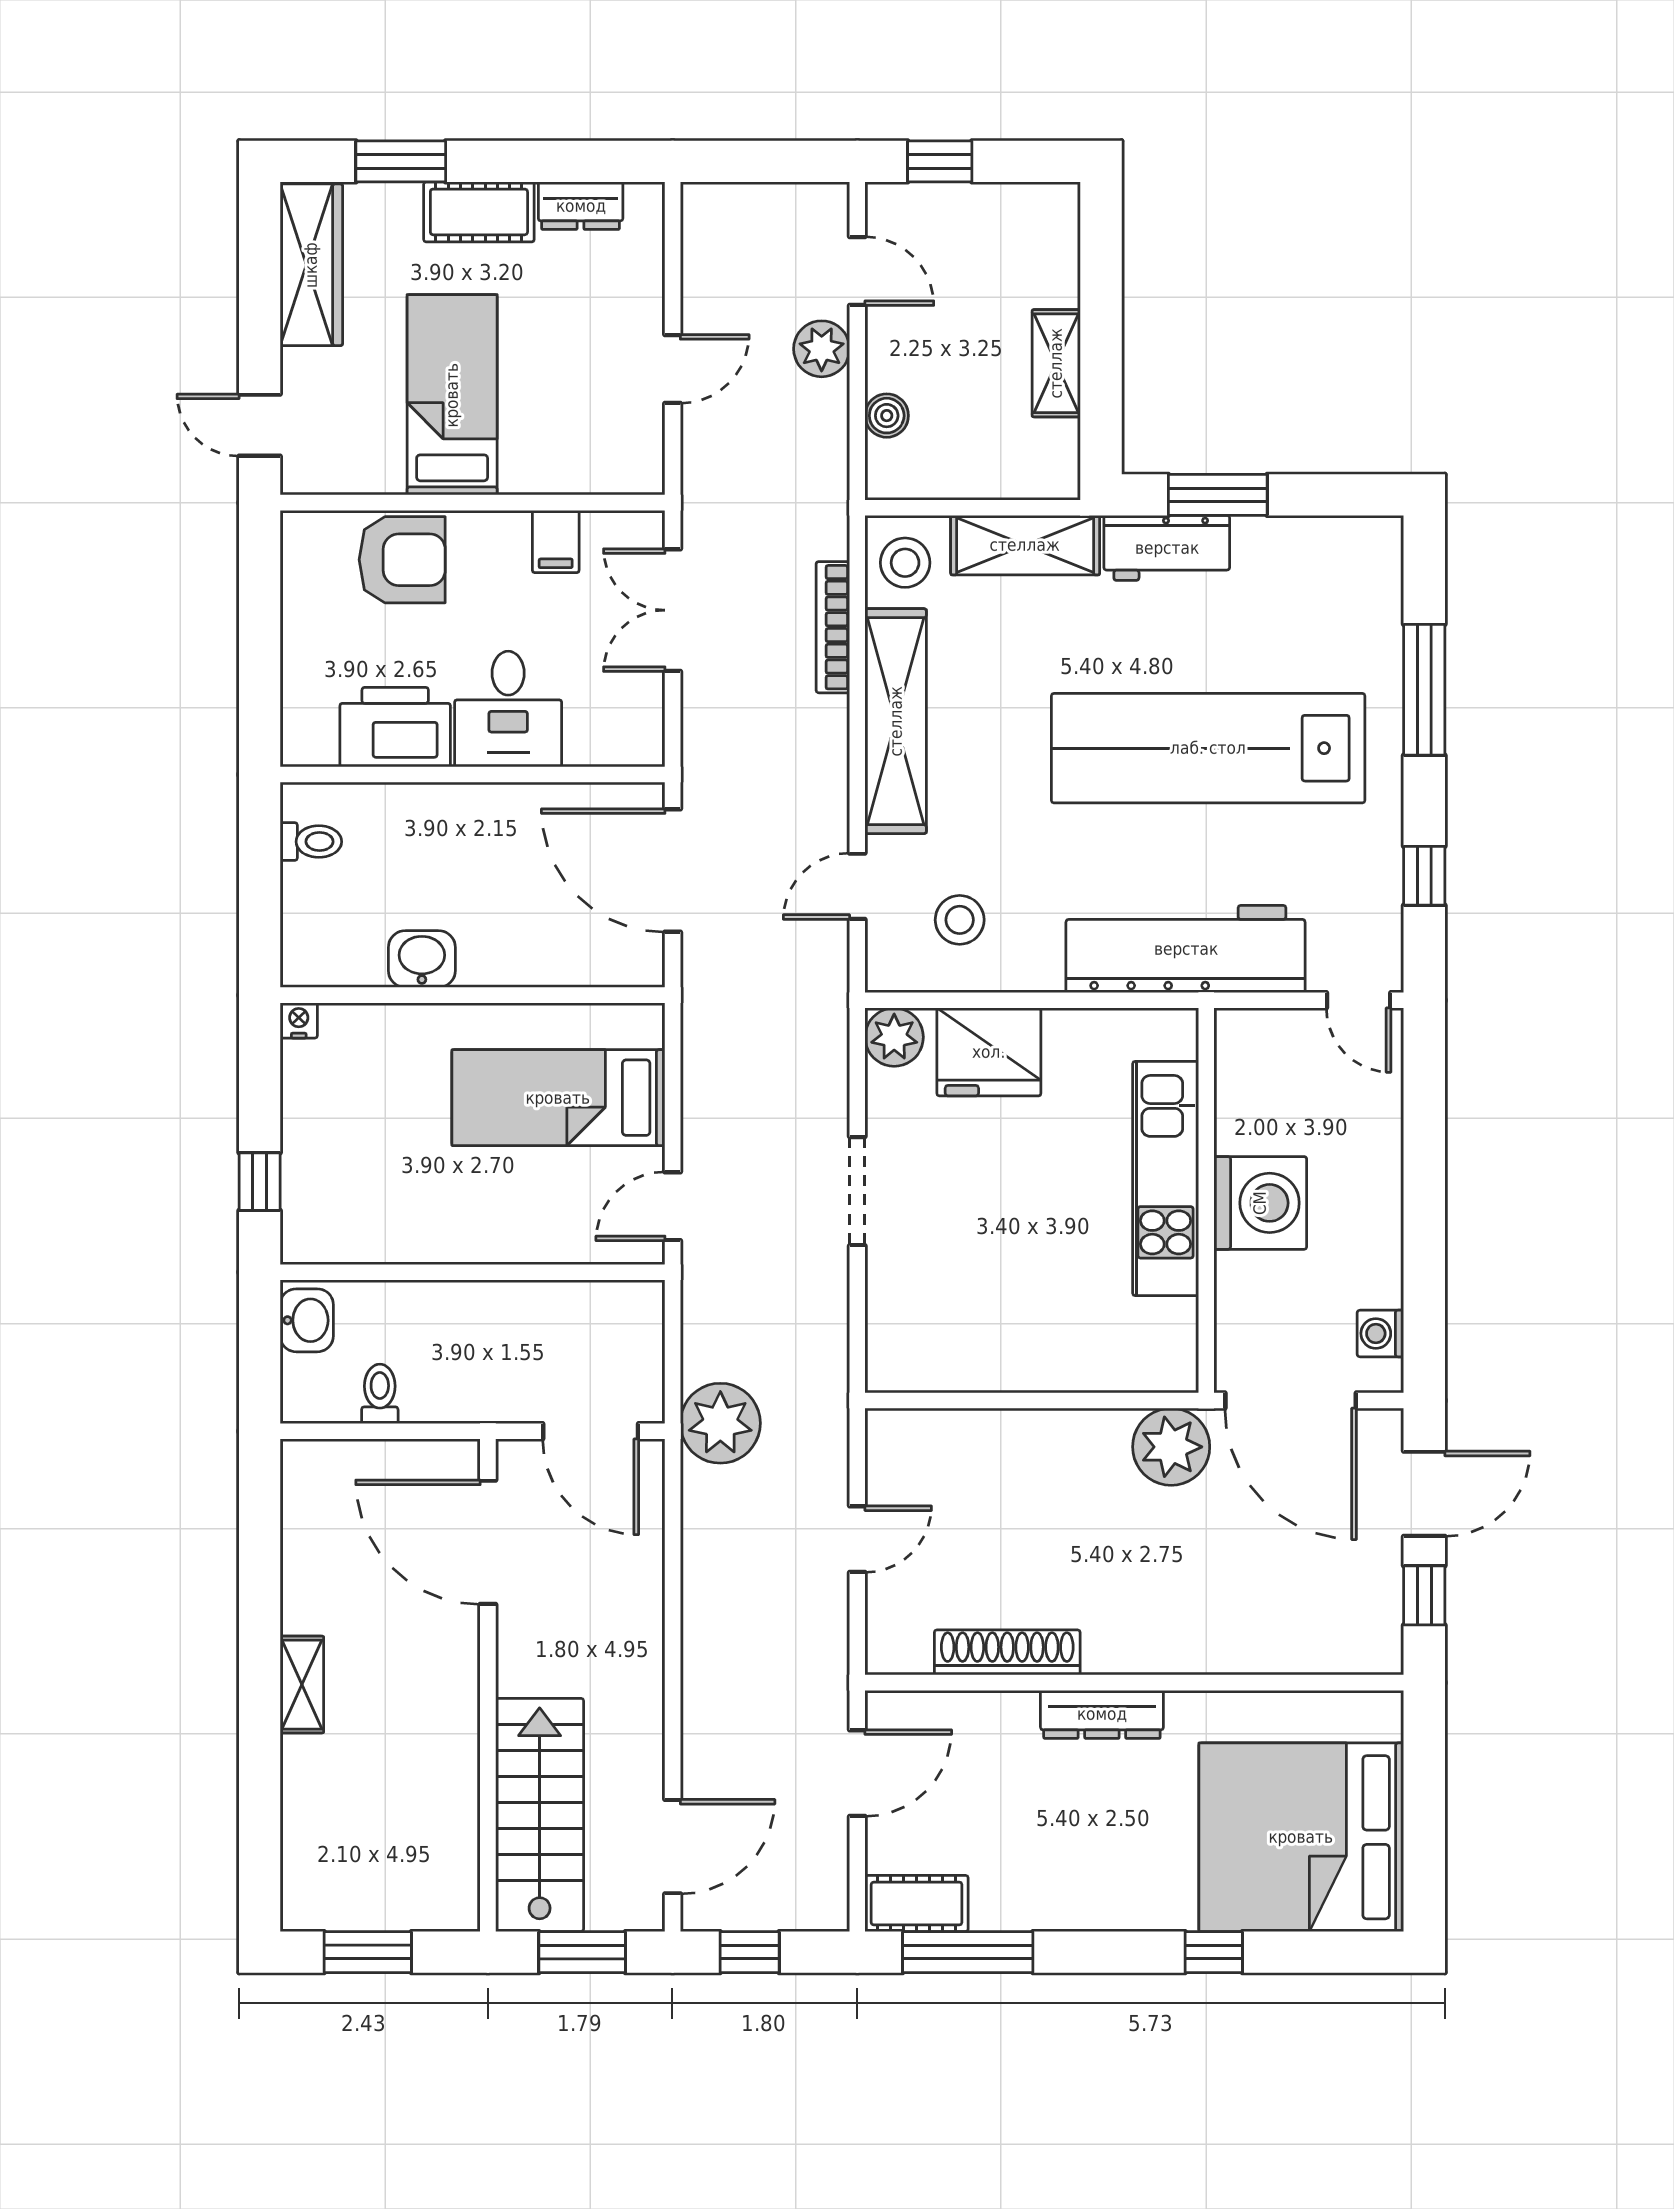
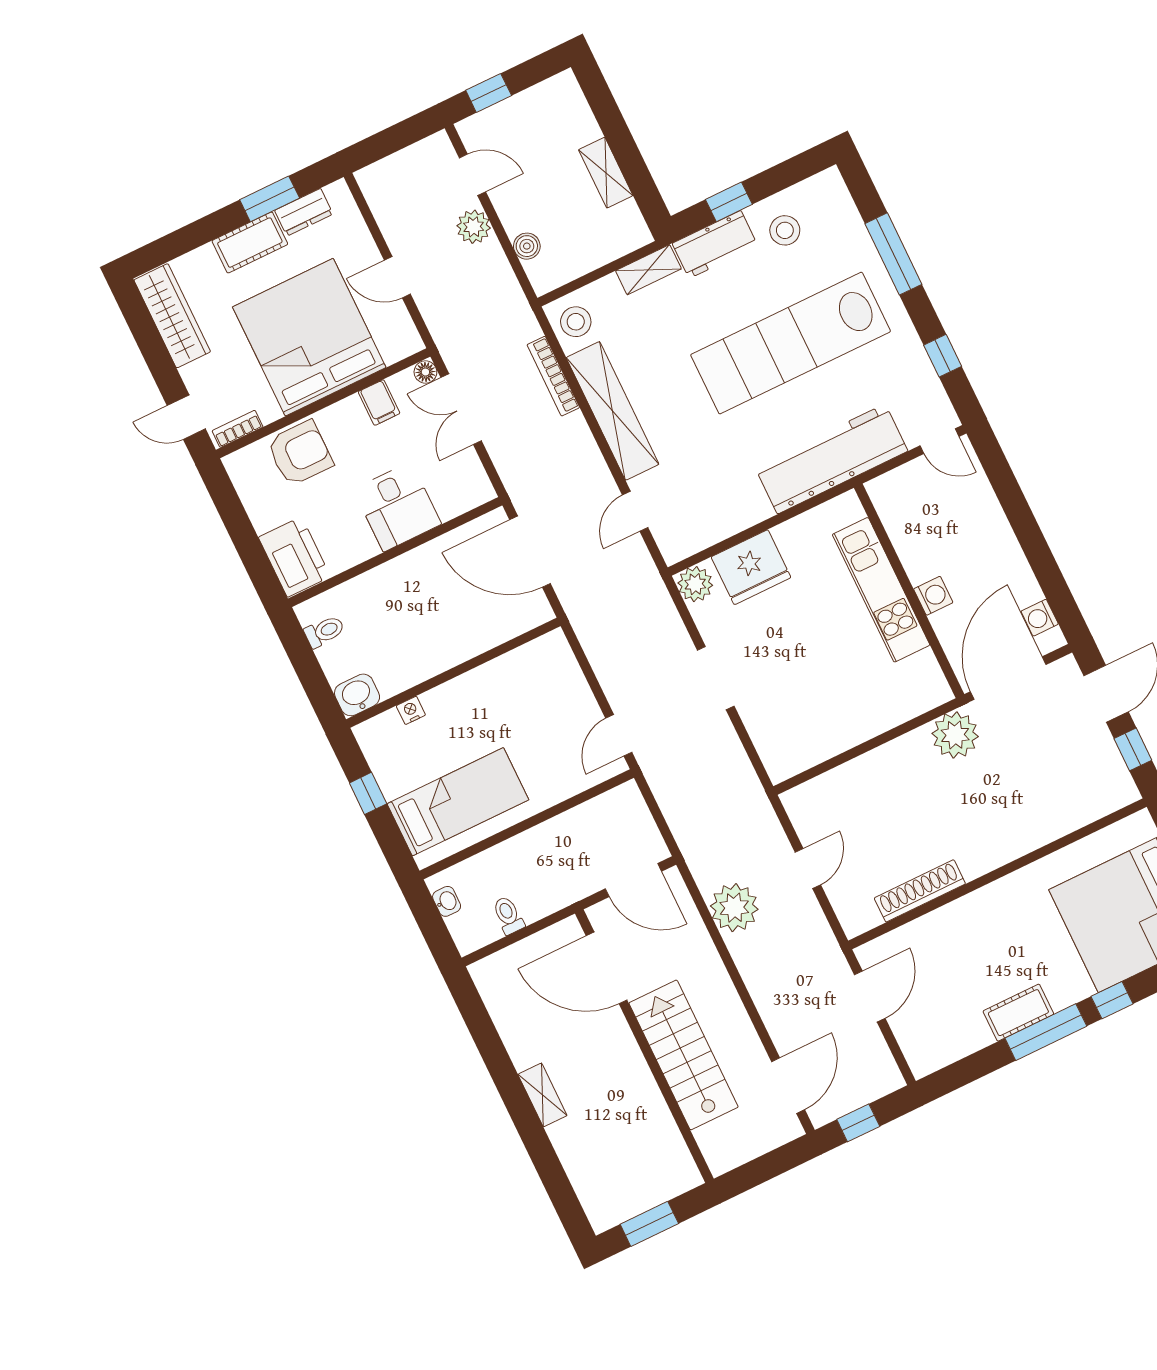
window: (401, 161) -> (270, 199), moved
door: (673, 369) -> (397, 277), swing flipped
bed: (452, 395) -> (309, 337), width x2.04
bookcase: (327, 479) -> (238, 429), added
window: (1218, 495) -> (729, 202), width x0.67
floor lamp: (646, 530) -> (425, 372), added
shelving: (1025, 545) -> (648, 270), width x0.67, depth x0.75
printer: (395, 727) -> (294, 557), moved, turned 90
stool: (960, 920) -> (785, 230), moved
washbasin: (422, 959) -> (357, 695), moved
nightstand: (299, 1020) -> (411, 710), moved
bed: (558, 1098) -> (458, 802), moved, turned 180
window: (260, 1182) -> (368, 793), moved
washing machine: (1260, 1203) -> (933, 596), width x0.53, depth x0.53
washbasin: (307, 1320) -> (447, 901), width x0.72, depth x0.69
door: (1291, 1400) -> (1008, 678), swing flipped
plant: (720, 1423) -> (734, 908), moved
dresser: (1102, 1714) -> (988, 900), removed
stairs: (540, 1815) -> (684, 1055), moved
cot: (917, 1903) -> (1018, 1013), moved
window: (582, 1952) -> (767, 1167), removed
window: (968, 1952) -> (1046, 1032), moved

